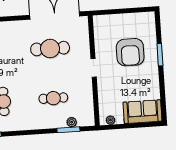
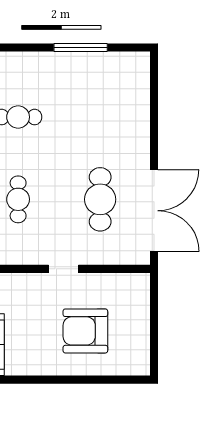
window: (160, 55) -> (78, 380), removed

